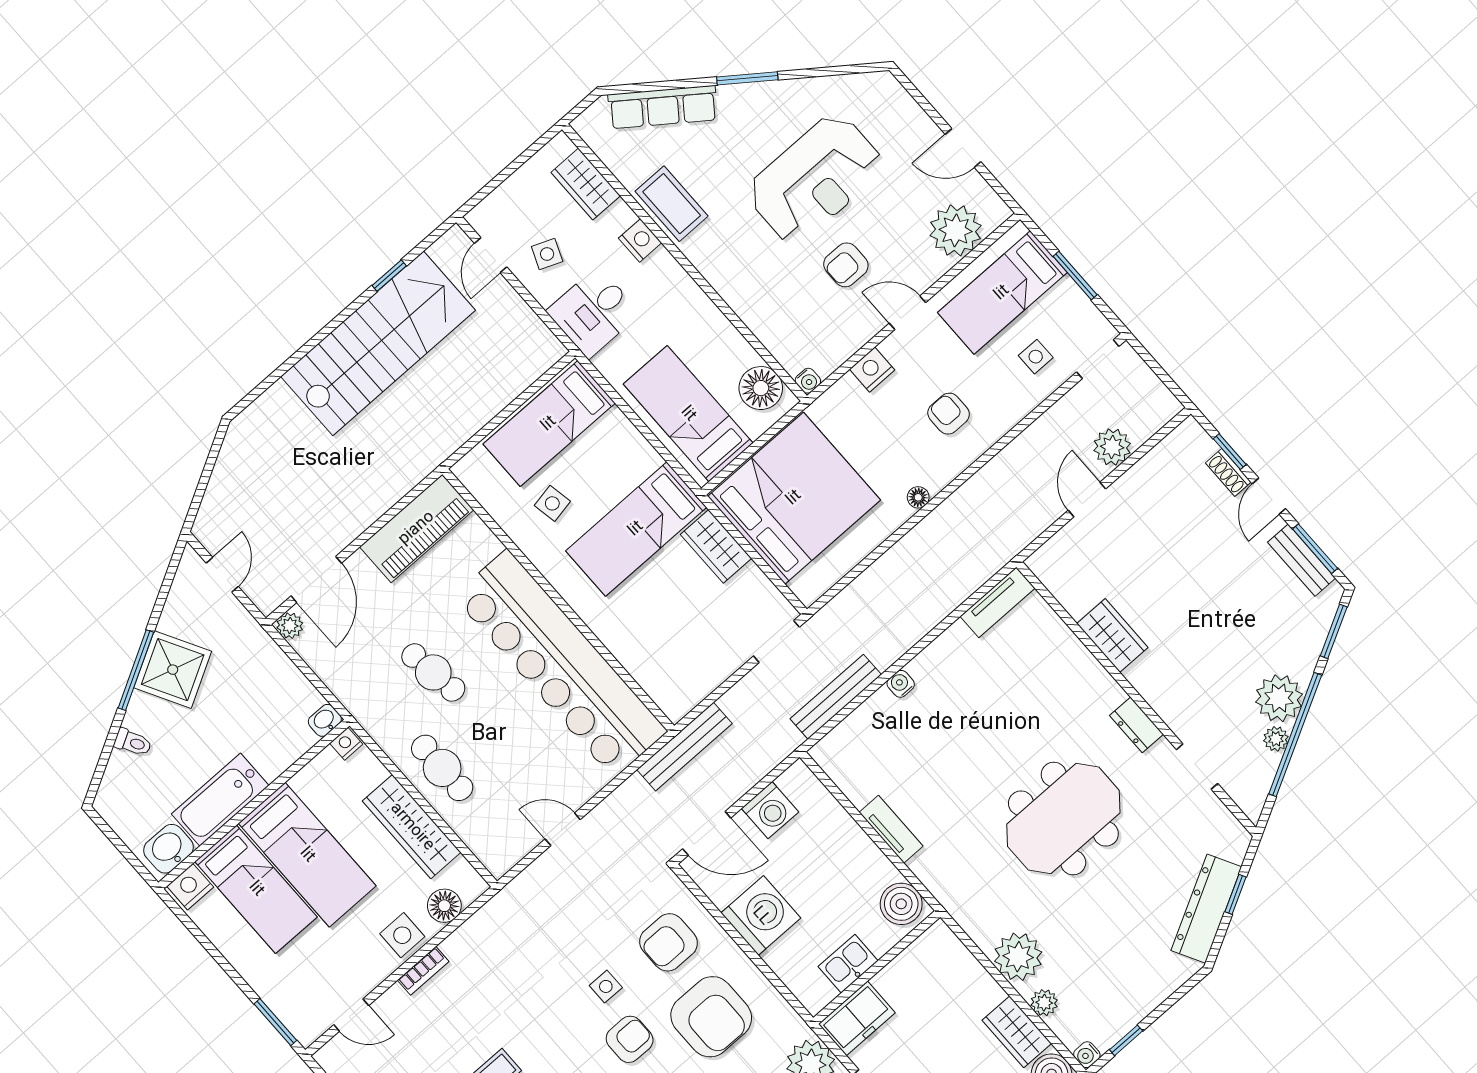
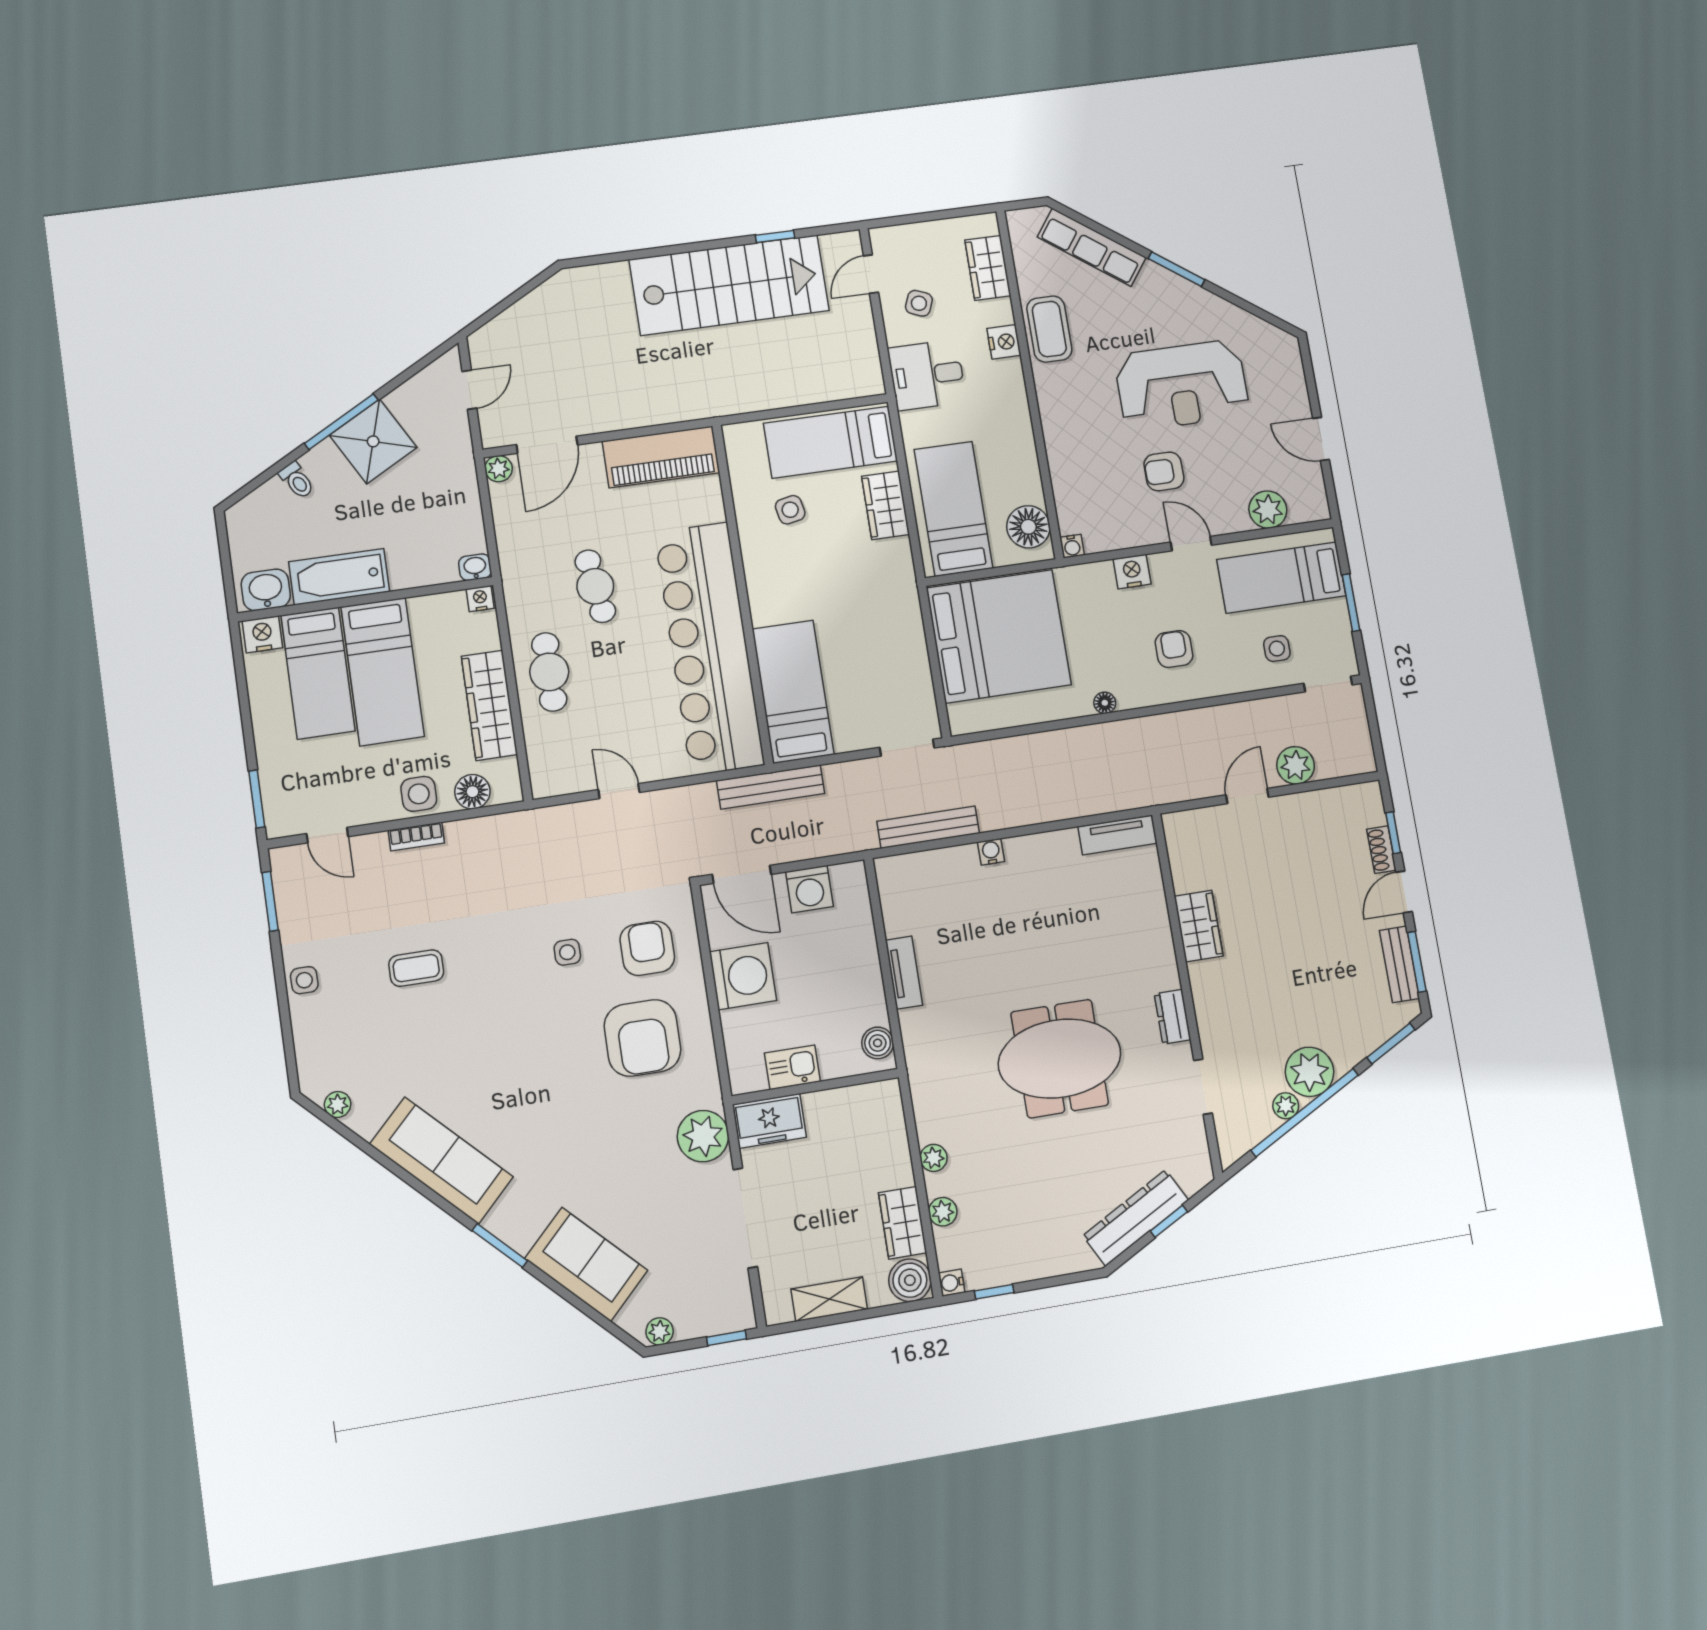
plant: (956, 230) -> (1268, 510), width x0.73, depth x0.73
bed: (636, 529) -> (793, 692), moved, turned 90
wardrobe: (716, 546) -> (886, 505), moved
boiler: (901, 904) -> (878, 1043), width x0.73, depth x0.73
armchair: (669, 942) -> (647, 948), turned 90
plant: (1018, 957) -> (934, 1158), width x0.53, depth x0.53
armchair: (630, 1039) -> (558, 1012), removed

